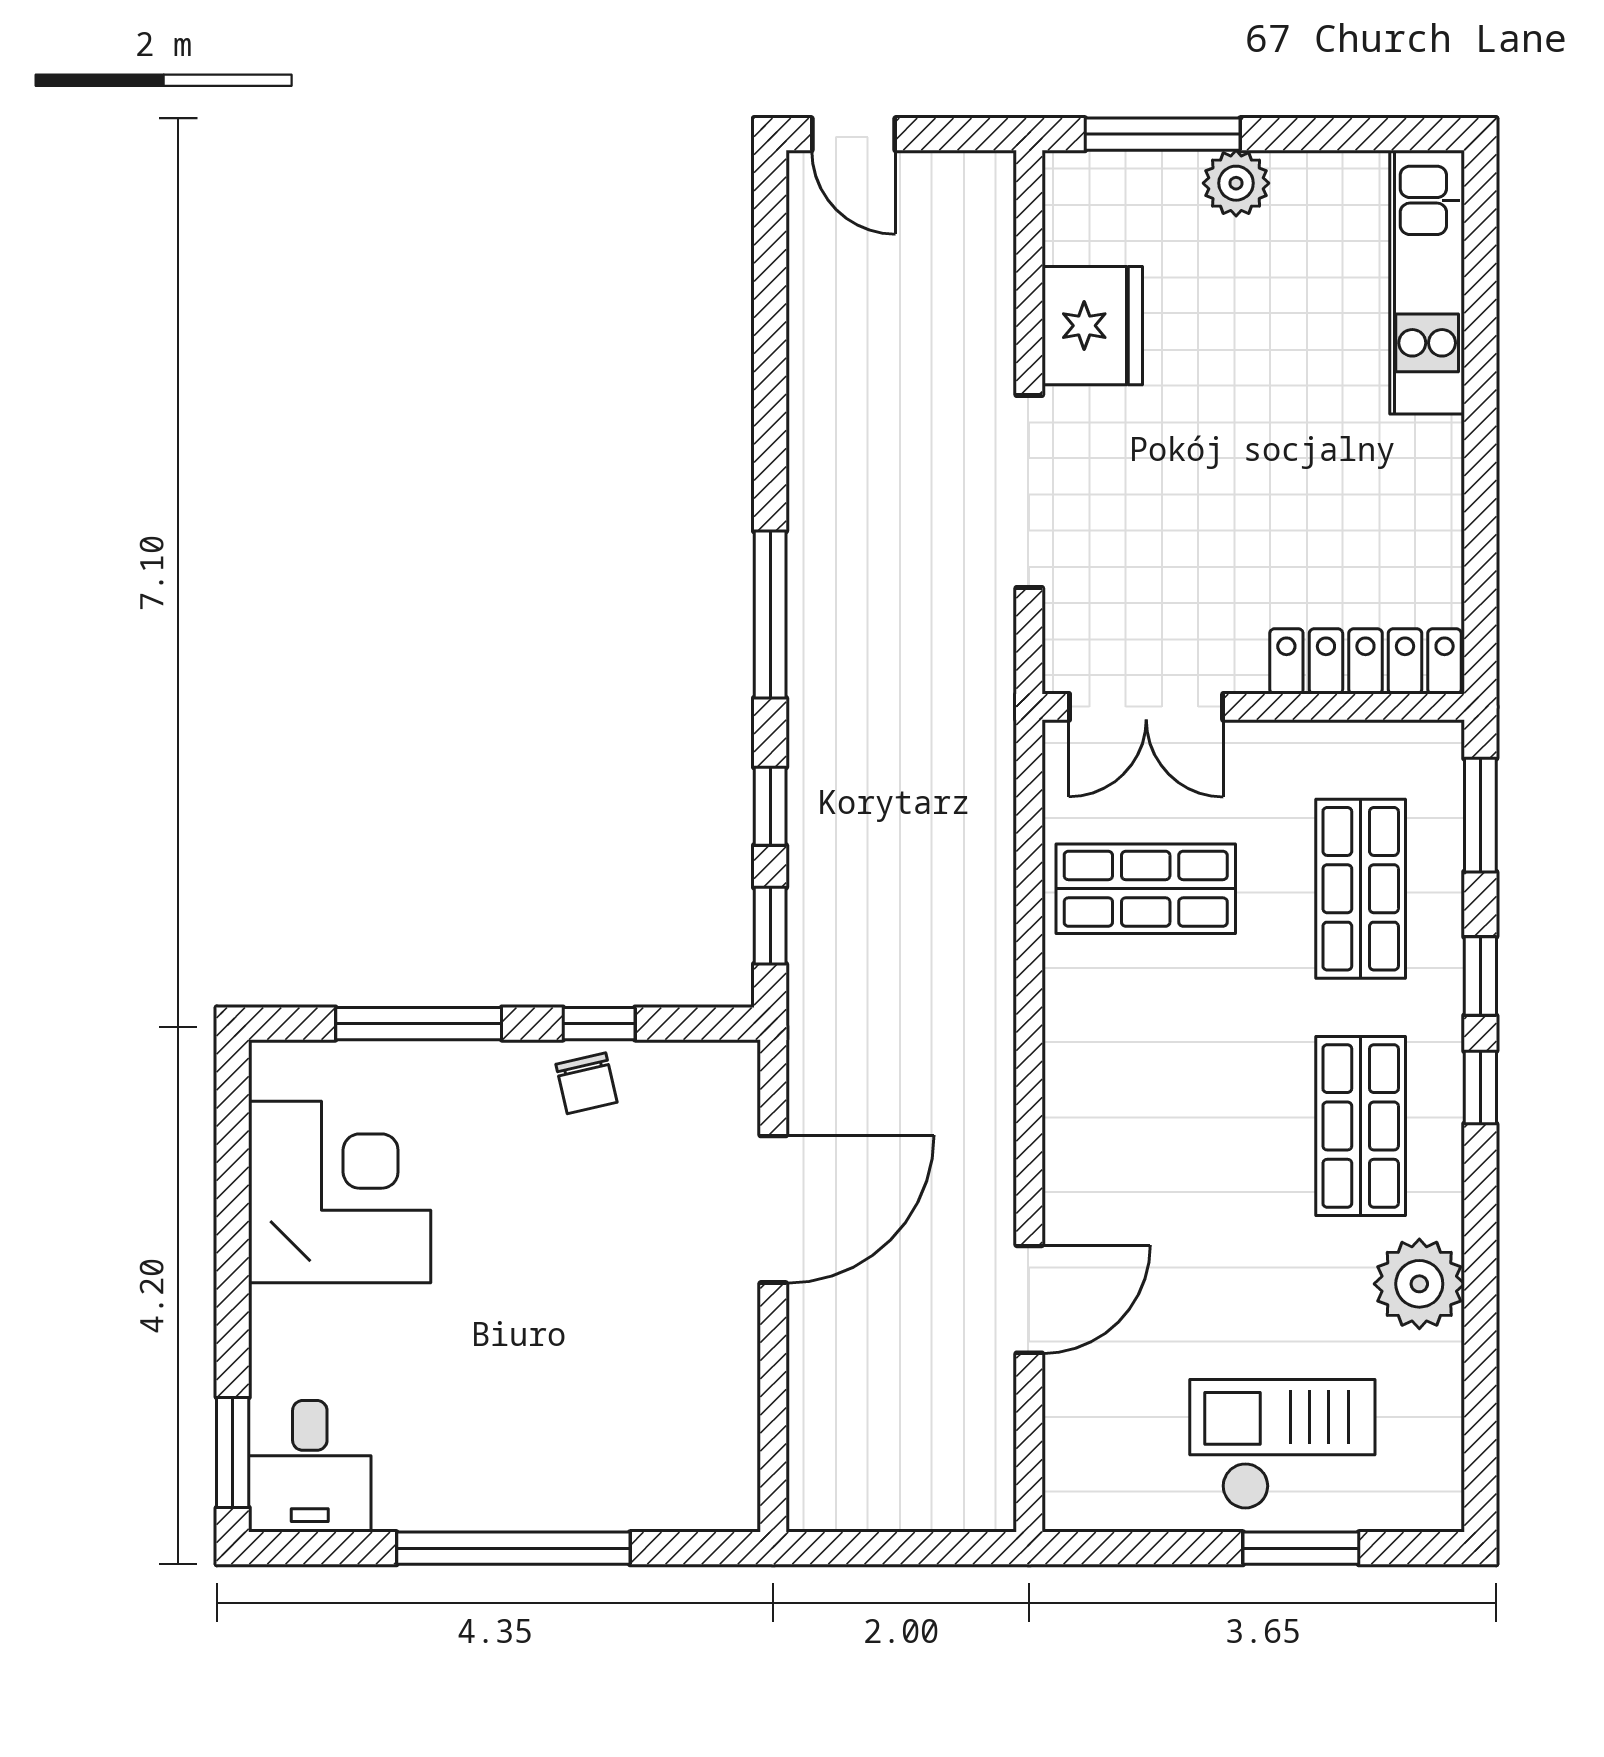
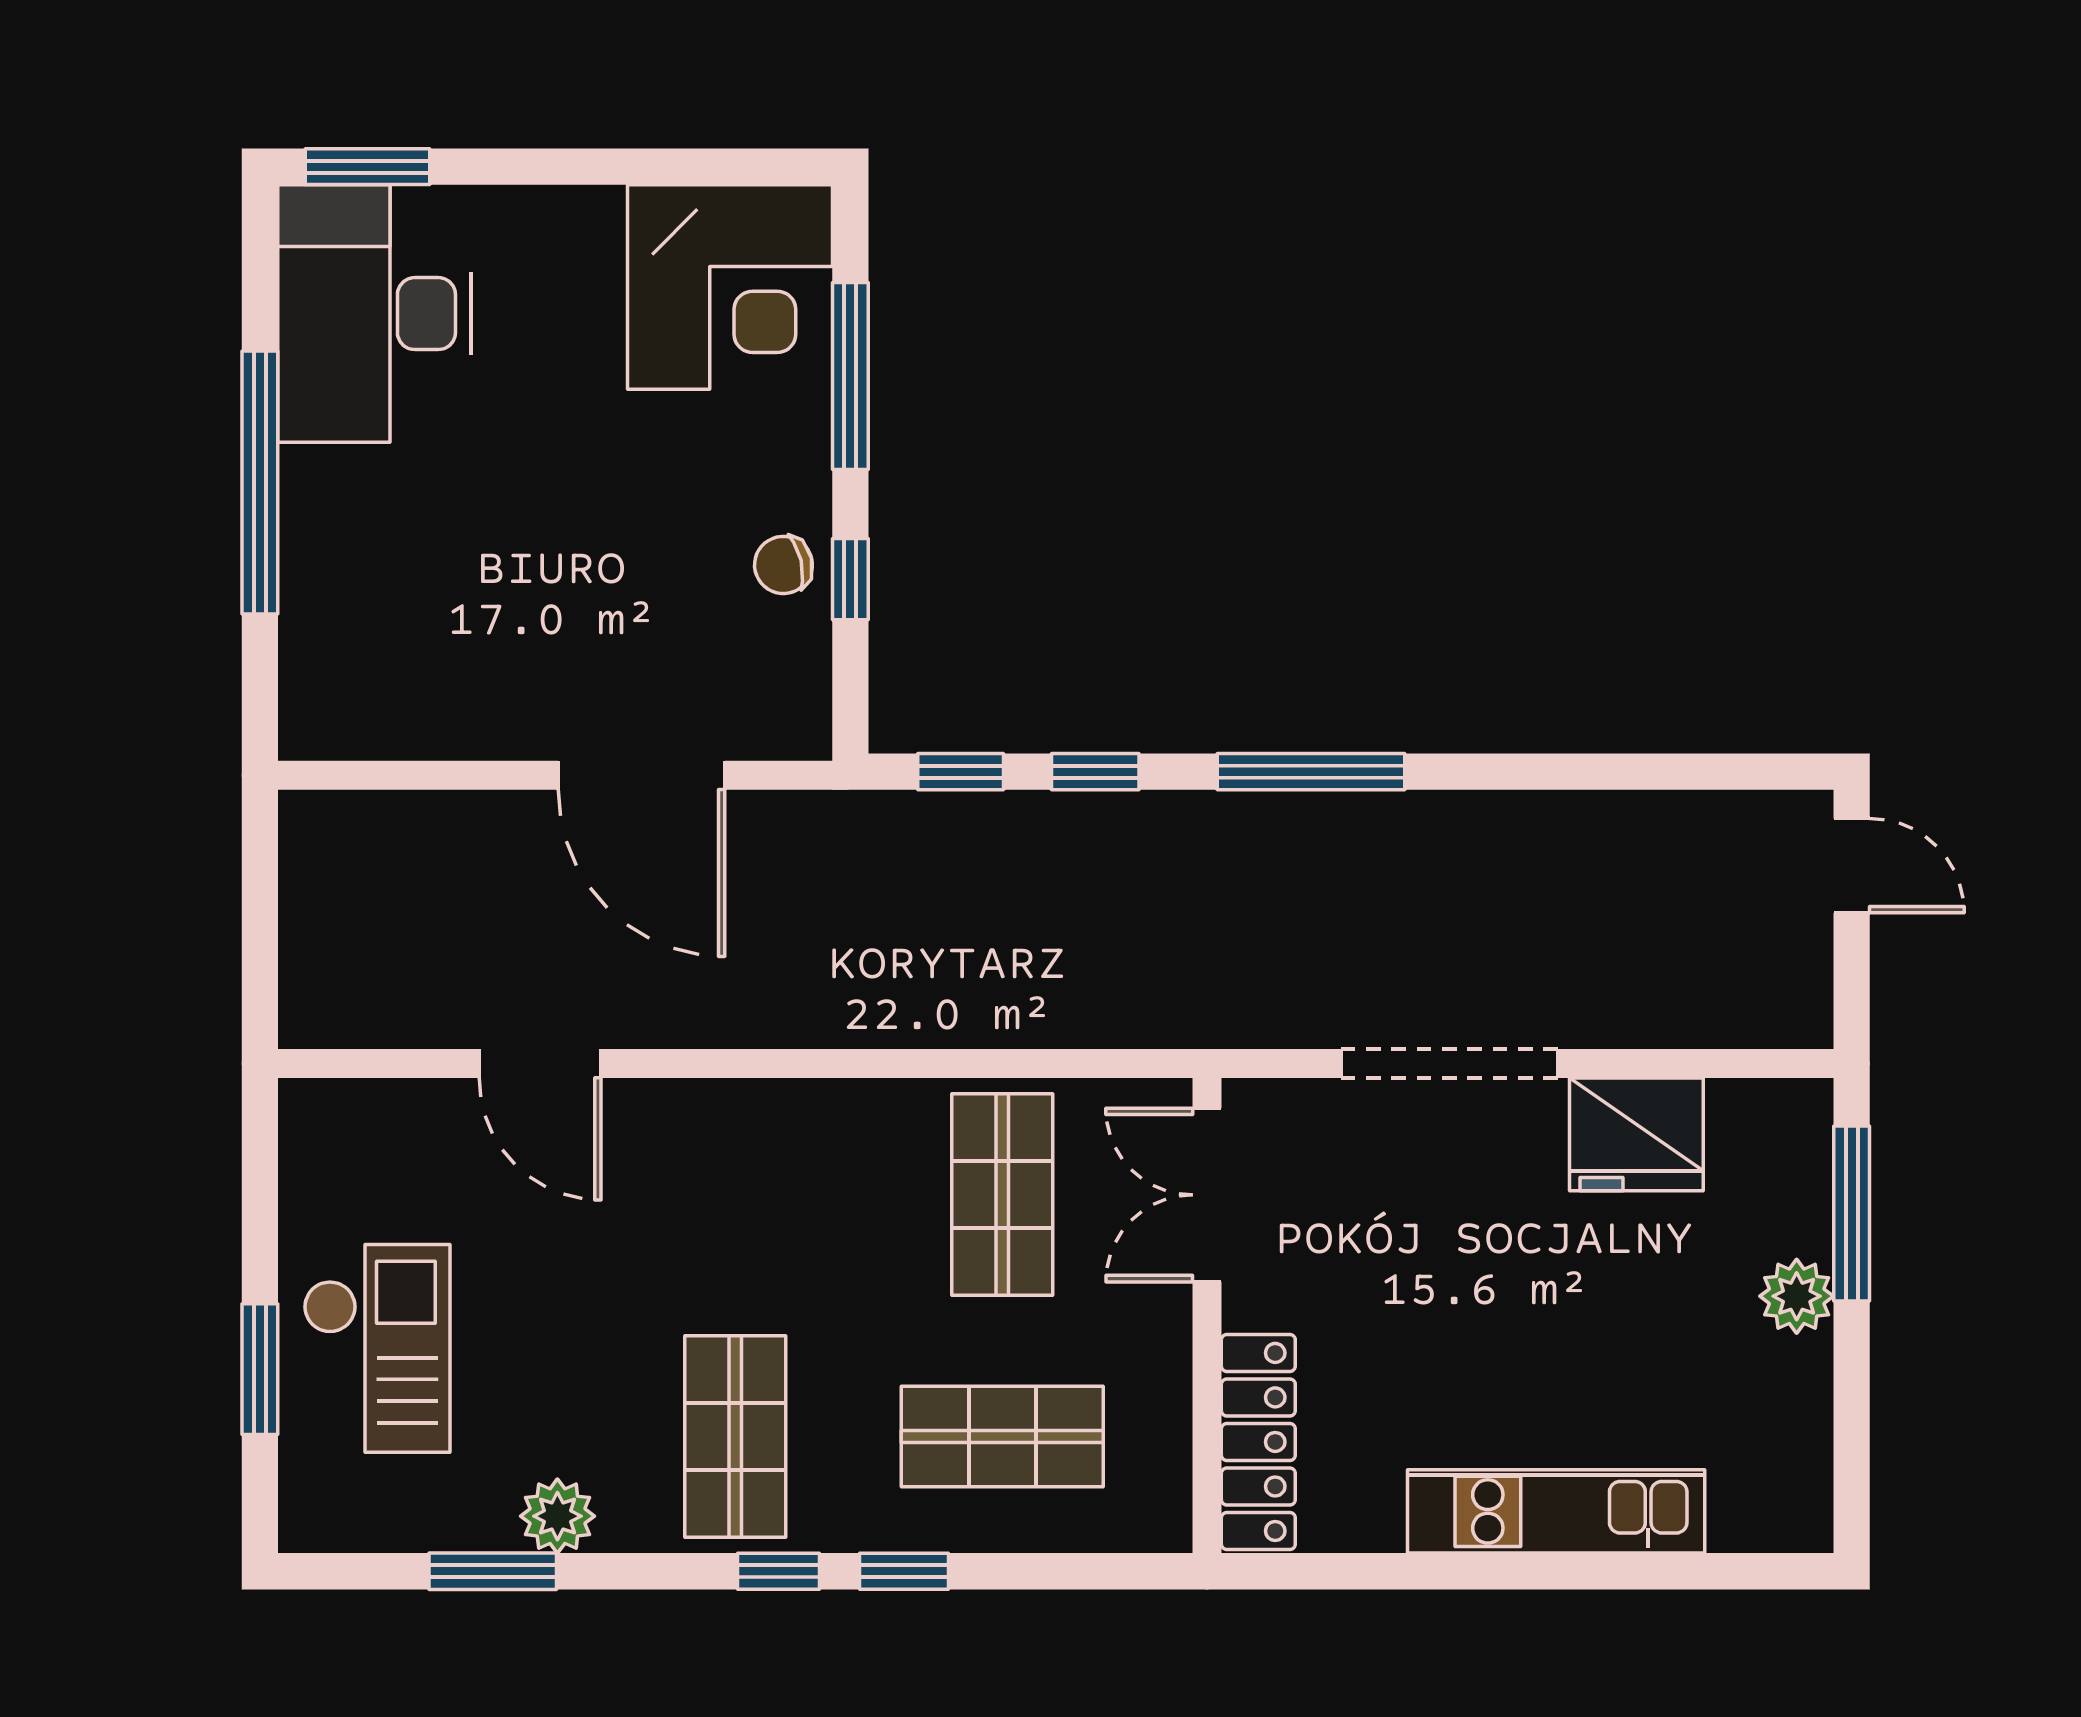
door: (853, 134) -> (1852, 866), swing flipped
kitchen unit: (1427, 282) -> (1556, 1511), moved
window: (1480, 815) -> (493, 1571), moved
shop shelf: (1361, 1126) -> (735, 1437), turned 90
corner desk: (340, 1192) -> (730, 287), moved
plant: (1419, 1284) -> (557, 1516), width x0.73, depth x0.73
desk: (310, 1466) -> (374, 314), width x1.87, depth x1.30

